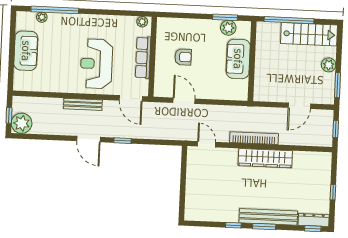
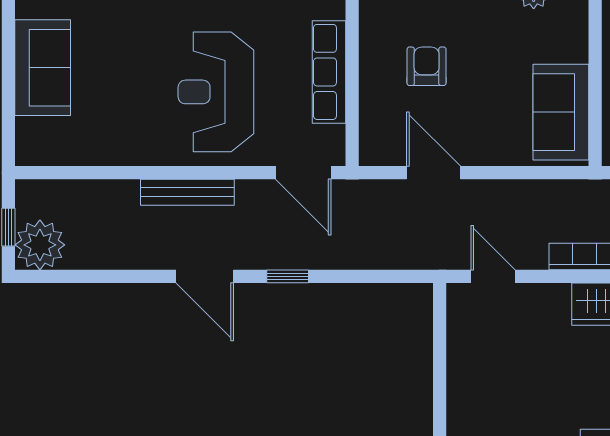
armchair: (183, 57) -> (427, 66), turned -90
sofa: (238, 59) -> (561, 112), moved

